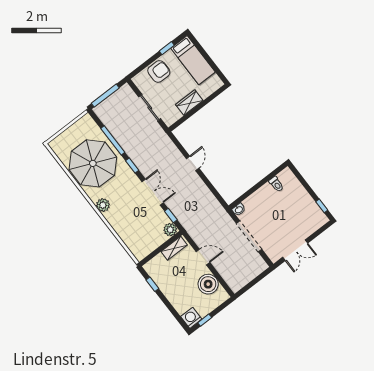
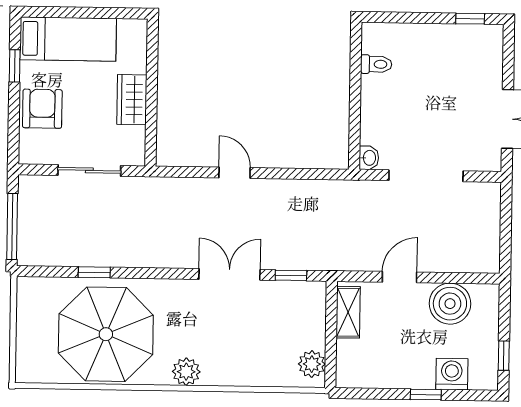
window: (113, 140) -> (94, 272), width x0.46
window: (132, 165) -> (160, 273), removed
plant: (170, 230) -> (312, 364), moved
window: (152, 284) -> (426, 395), moved
washing machine: (191, 318) -> (452, 374), moved, turned 90

